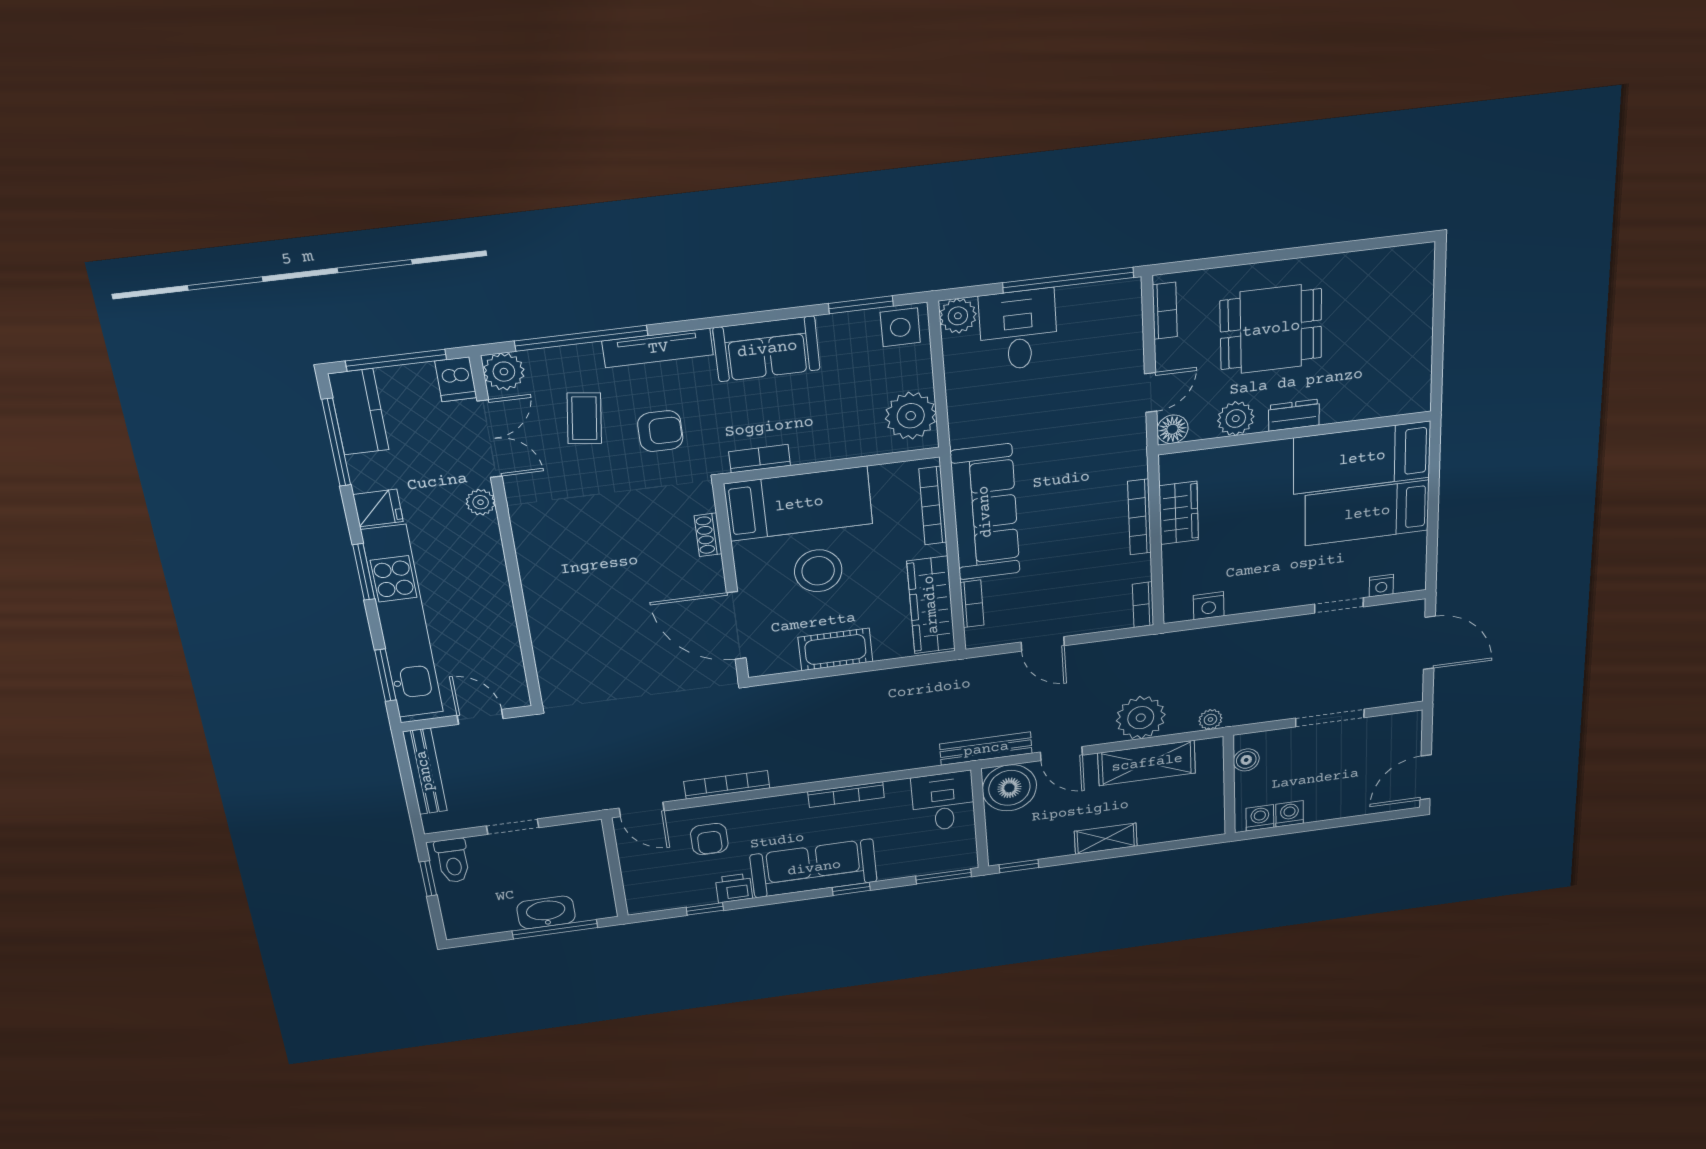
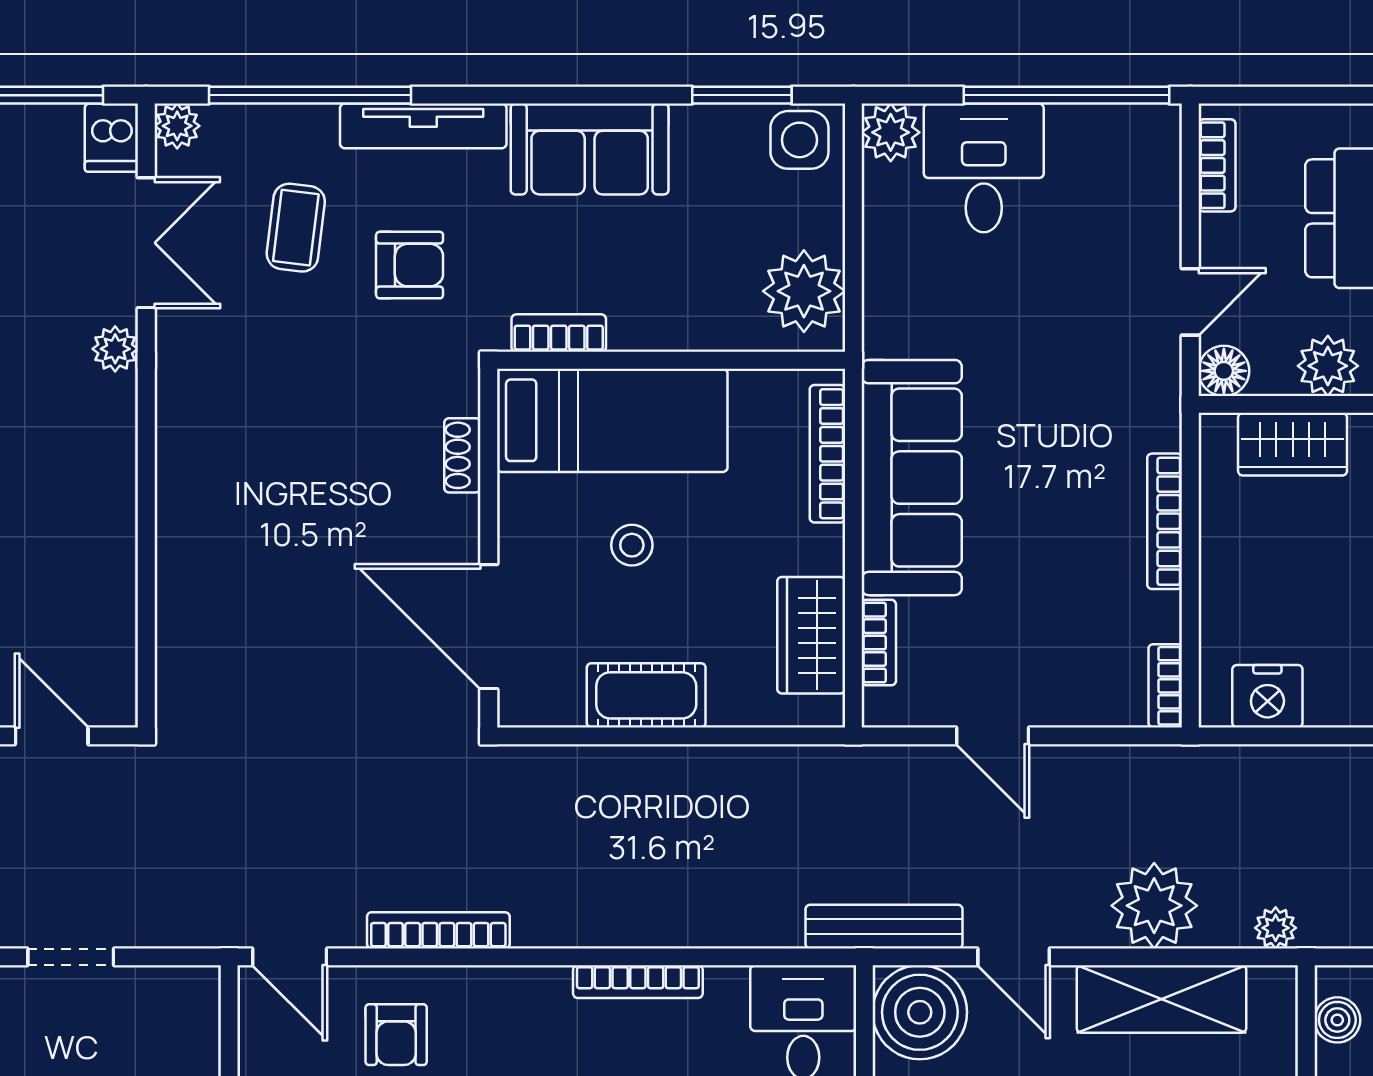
plant: (504, 372) -> (177, 126), width x0.73, depth x0.73
wardrobe: (1179, 513) -> (1293, 444), moved, turned 90
stool: (818, 571) -> (632, 545), width x0.53, depth x0.53
wardrobe: (931, 605) -> (811, 635), width x0.67
nightstand: (1209, 606) -> (1267, 696), width x1.36, depth x1.33

